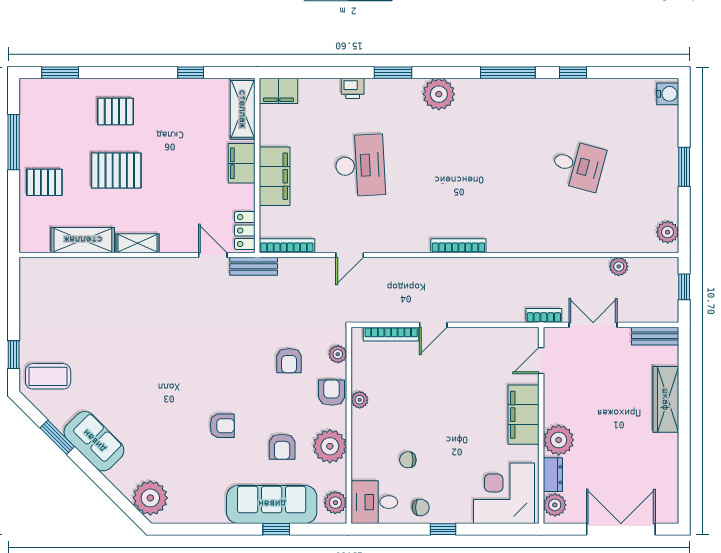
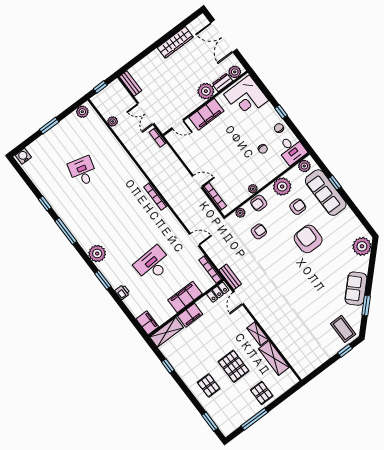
wardrobe: (666, 399) -> (175, 42), moved
armchair: (222, 426) -> (308, 239), width x1.88, depth x1.88

